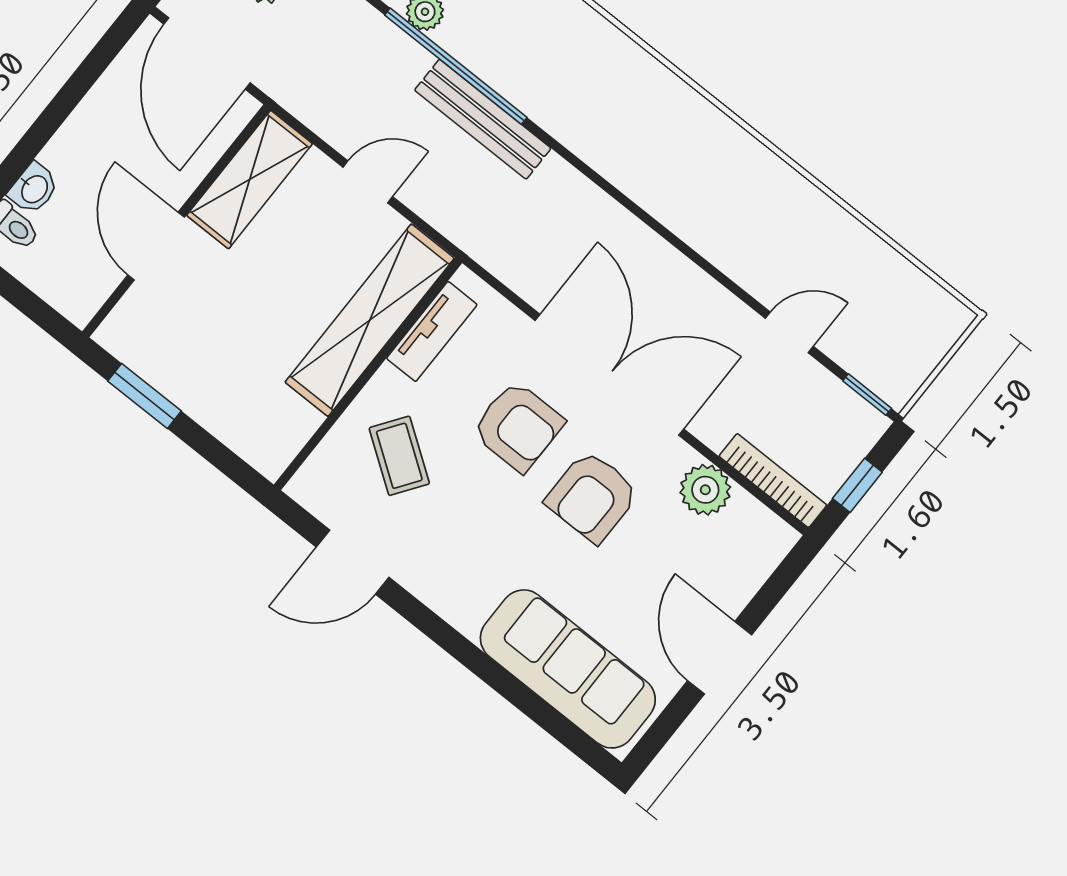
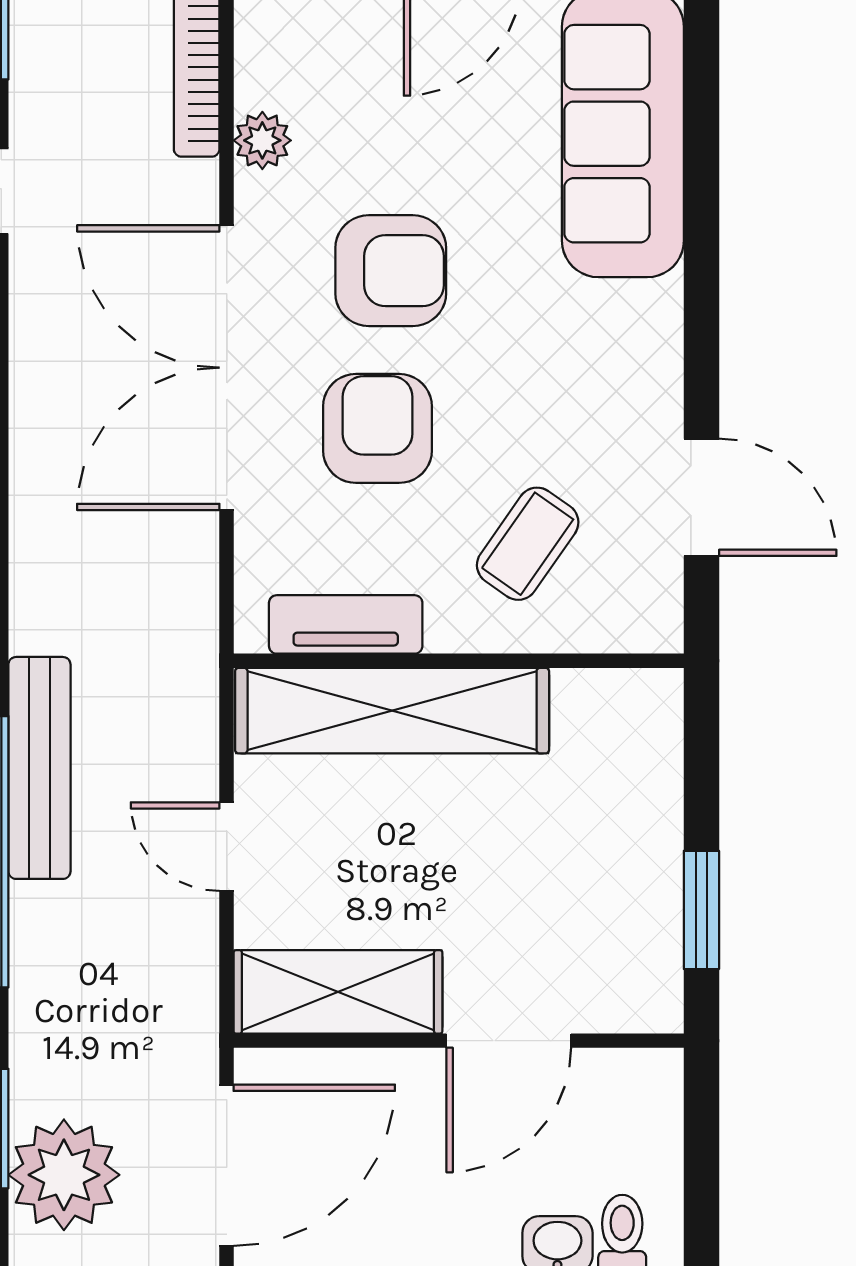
plant: (705, 490) -> (262, 140), width x0.73, depth x0.73

